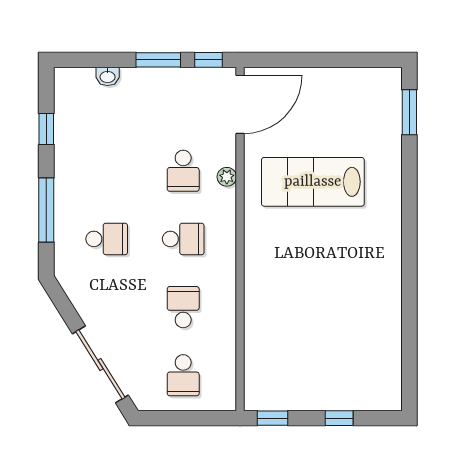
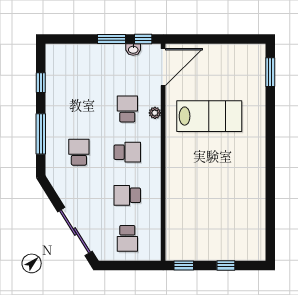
washbasin: (108, 76) -> (133, 49), moved
school desk: (183, 171) -> (127, 109), turned 180
lab bench: (313, 182) -> (209, 116), turned 180
school desk: (107, 239) -> (79, 152), turned -90
school desk: (183, 307) -> (127, 195), turned -90

